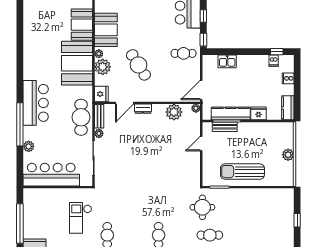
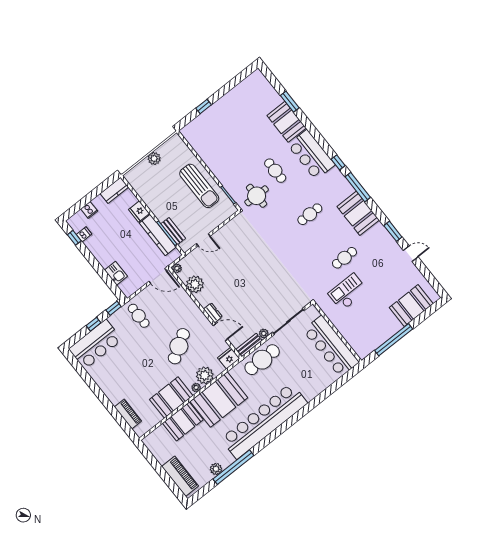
bar counter: (36, 103) -> (264, 421), width x1.86
window: (20, 124) -> (233, 467), moved
plant: (29, 146) -> (216, 469), moved
checkout: (81, 218) -> (348, 292), turned 180

